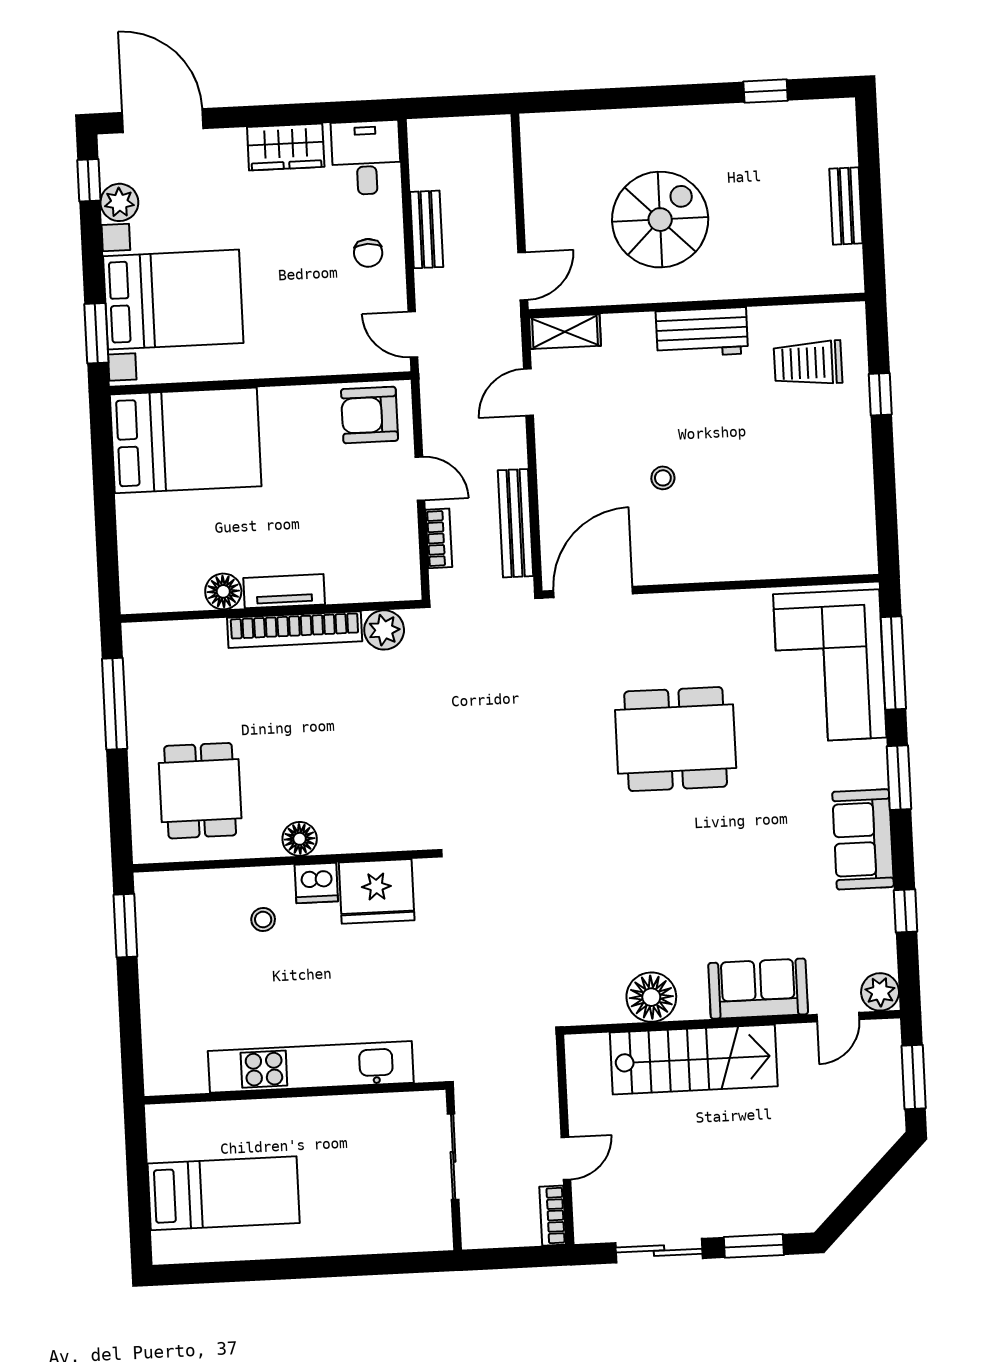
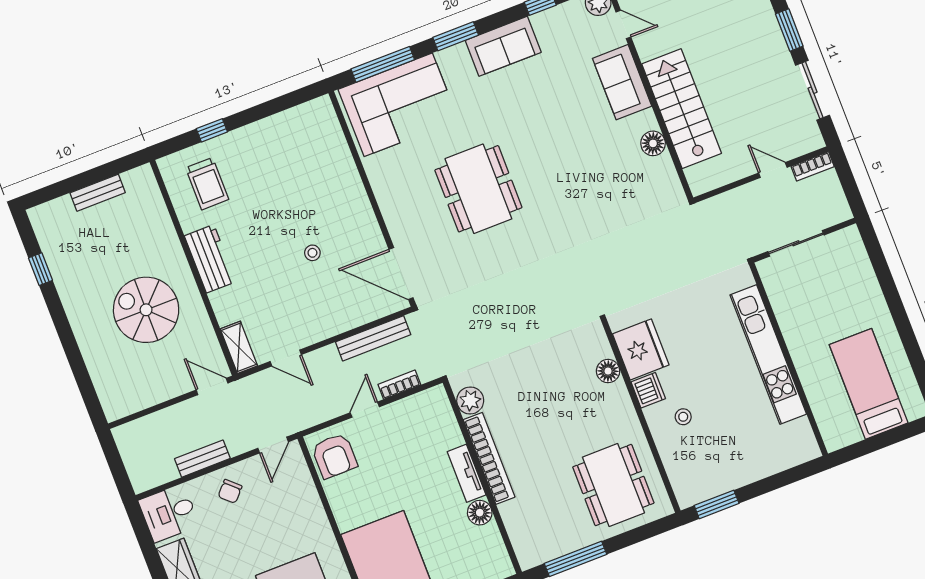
chair: (368, 253) -> (230, 491), turned 133
dining table: (200, 791) -> (613, 485), width x1.38
floor lamp: (300, 839) -> (608, 371), moved
floor lamp: (651, 997) -> (653, 143), width x0.73, depth x0.73

